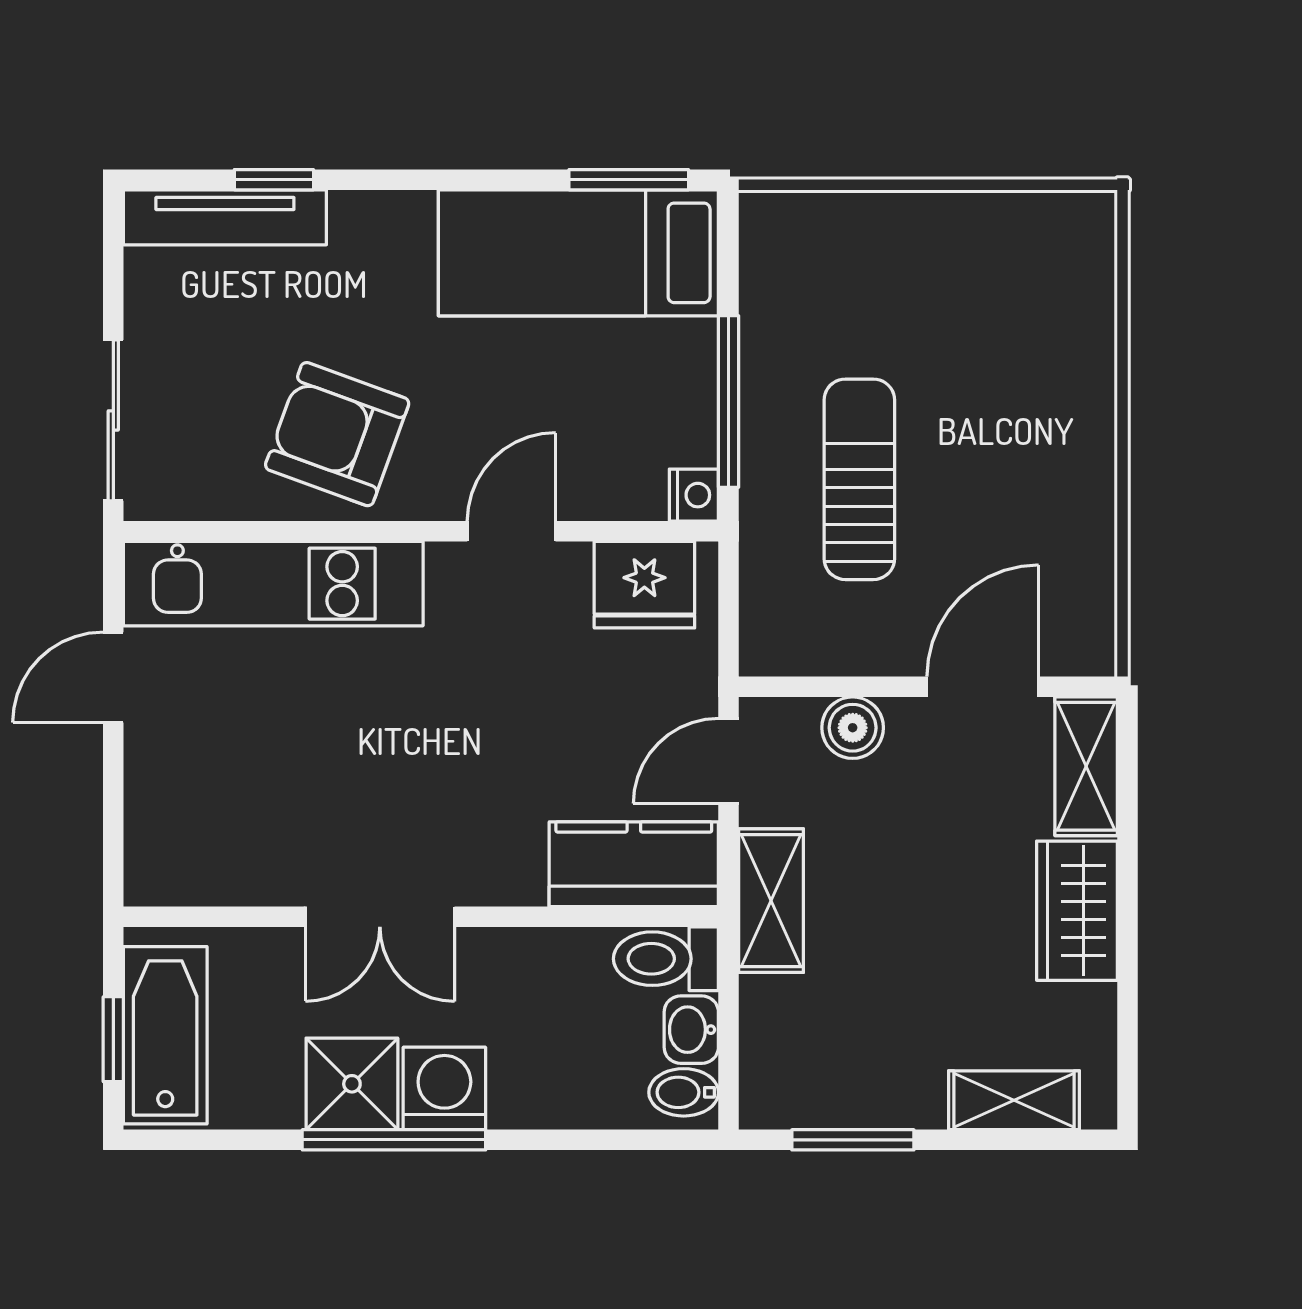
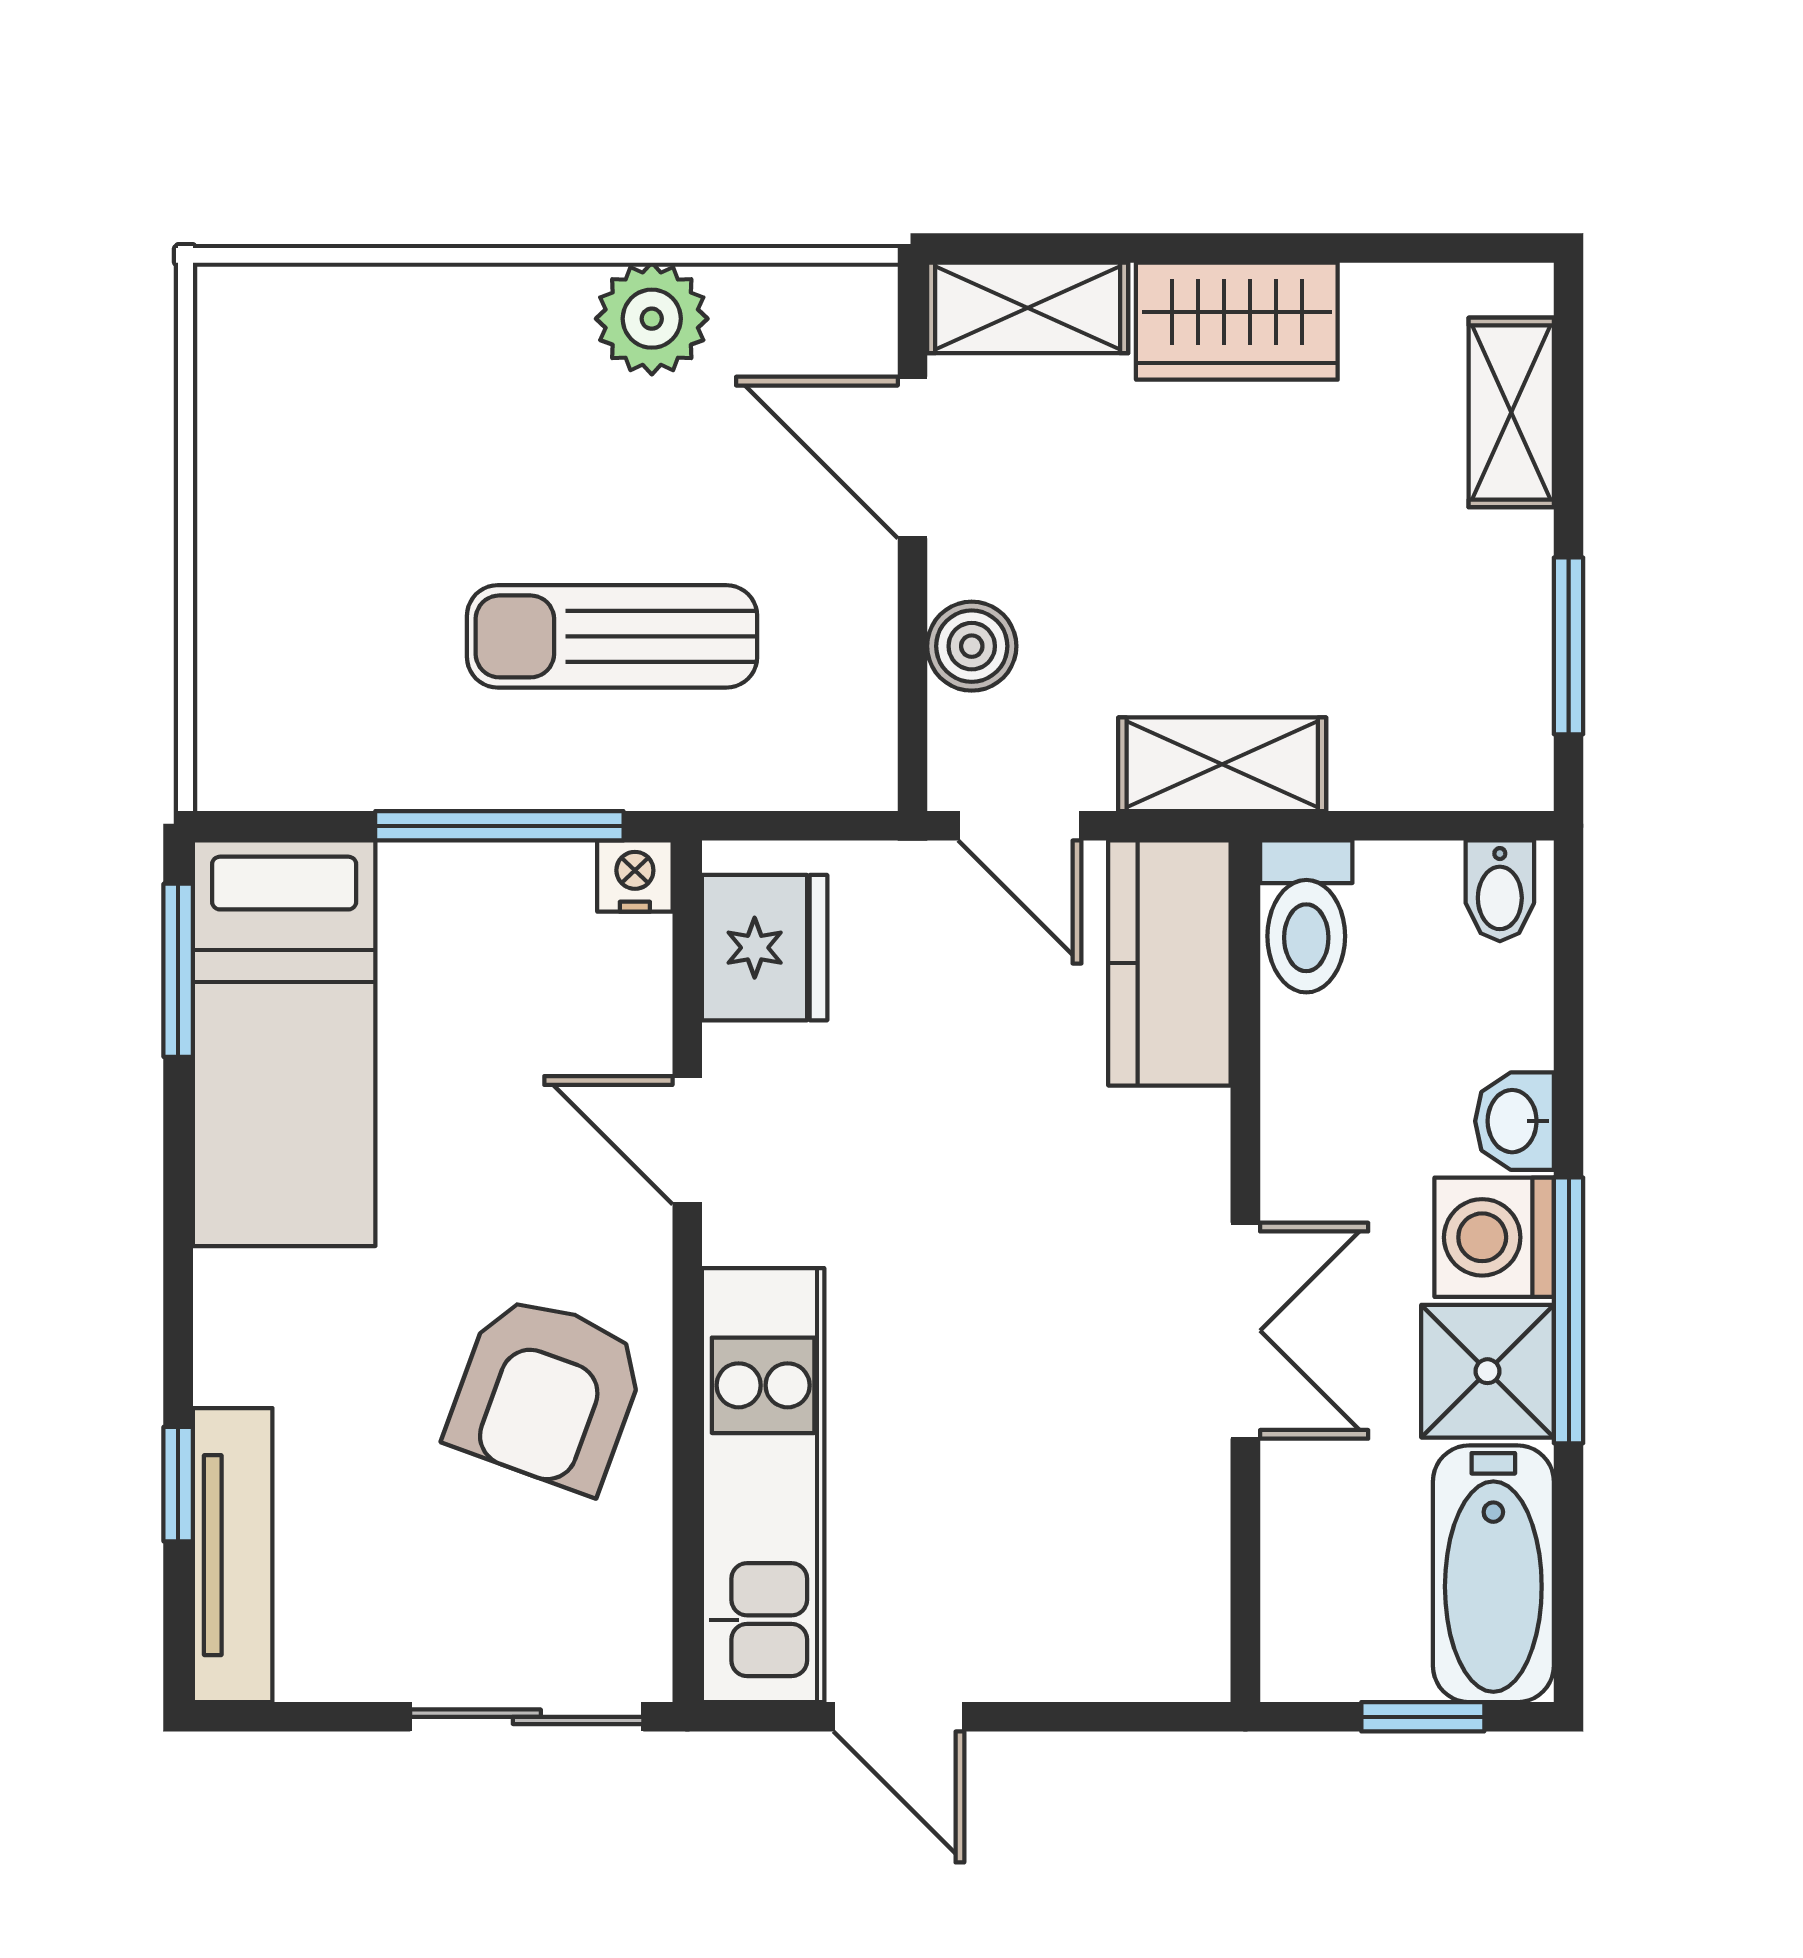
plant: (1079, 507) -> (652, 319), added
washbasin: (691, 1030) -> (1514, 1121), moved, turned 90
bathtub: (165, 1035) -> (1493, 1574), moved, turned -90

